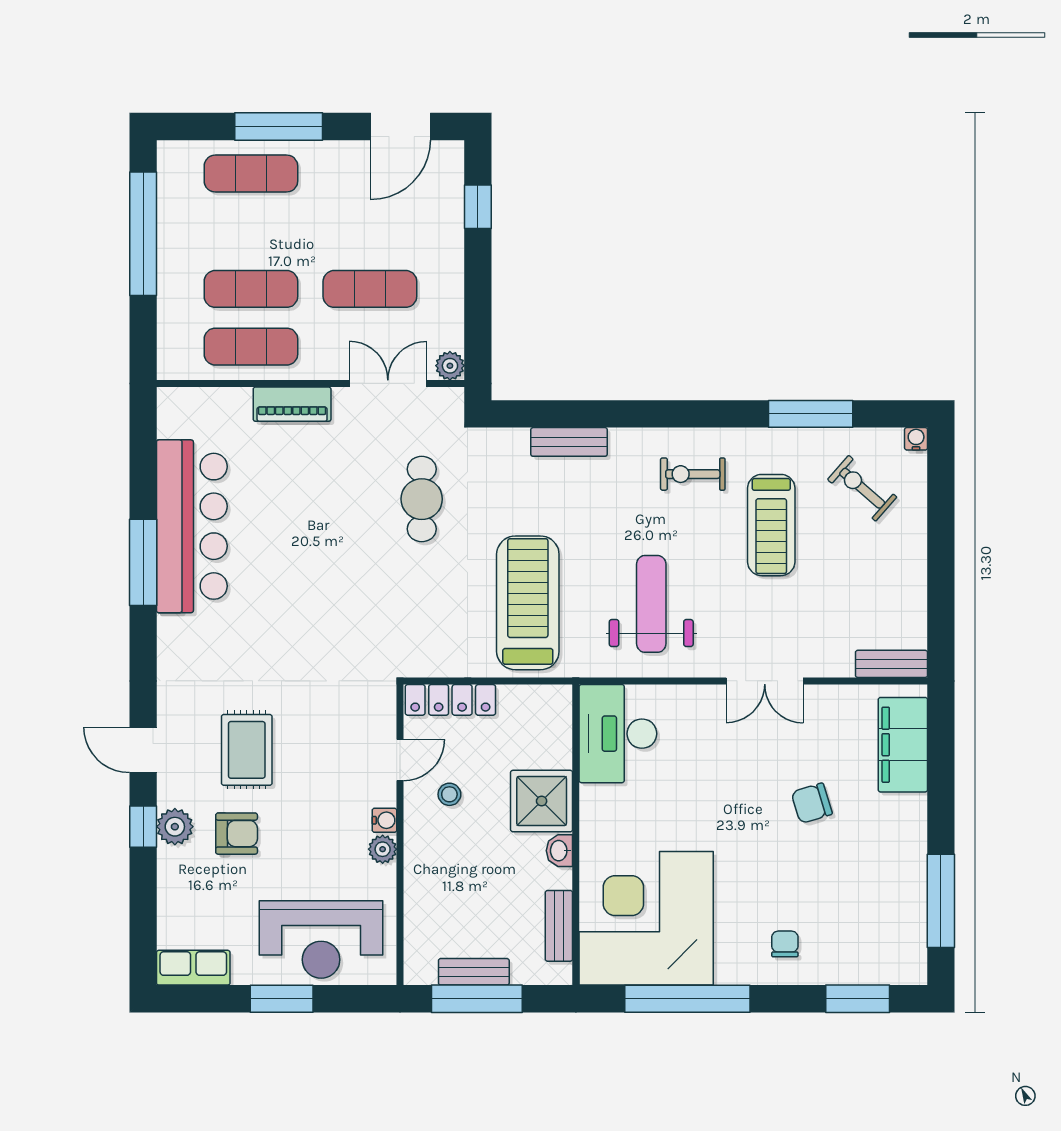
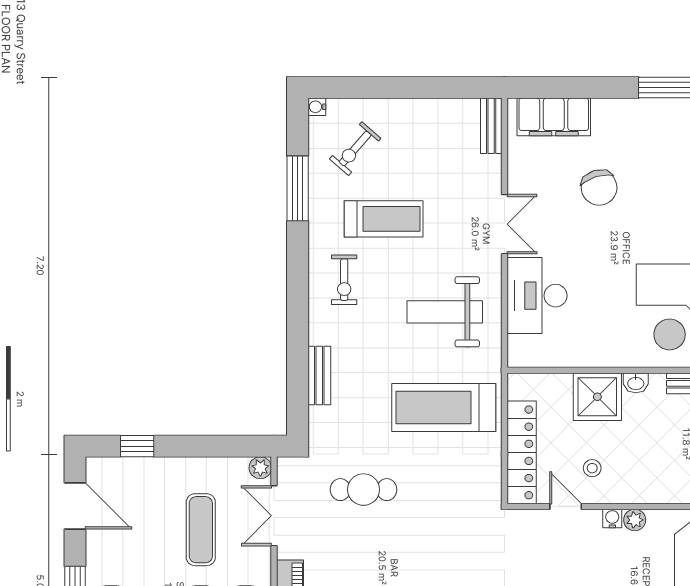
locker: (450, 700) -> (522, 452), width x1.41, depth x1.21
desk: (618, 734) -> (537, 296), moved, turned 90
chair: (812, 803) -> (599, 188), width x1.37, depth x1.37

